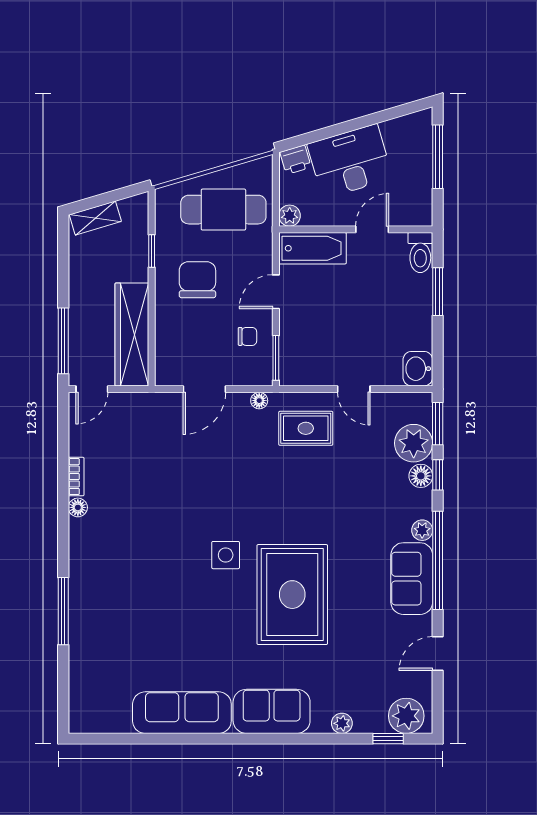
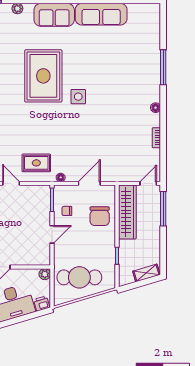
bathtub: (313, 248) -> (33, 257), removed
chair: (197, 280) -> (100, 216), moved
floor lamp: (78, 507) -> (156, 108), moved

